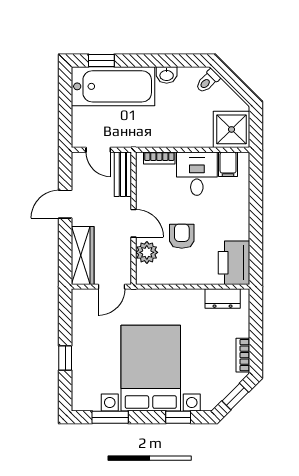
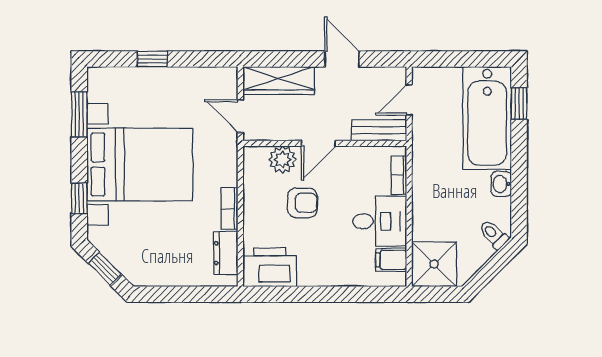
bookcase: (243, 355) -> (229, 209), moved, turned -90

